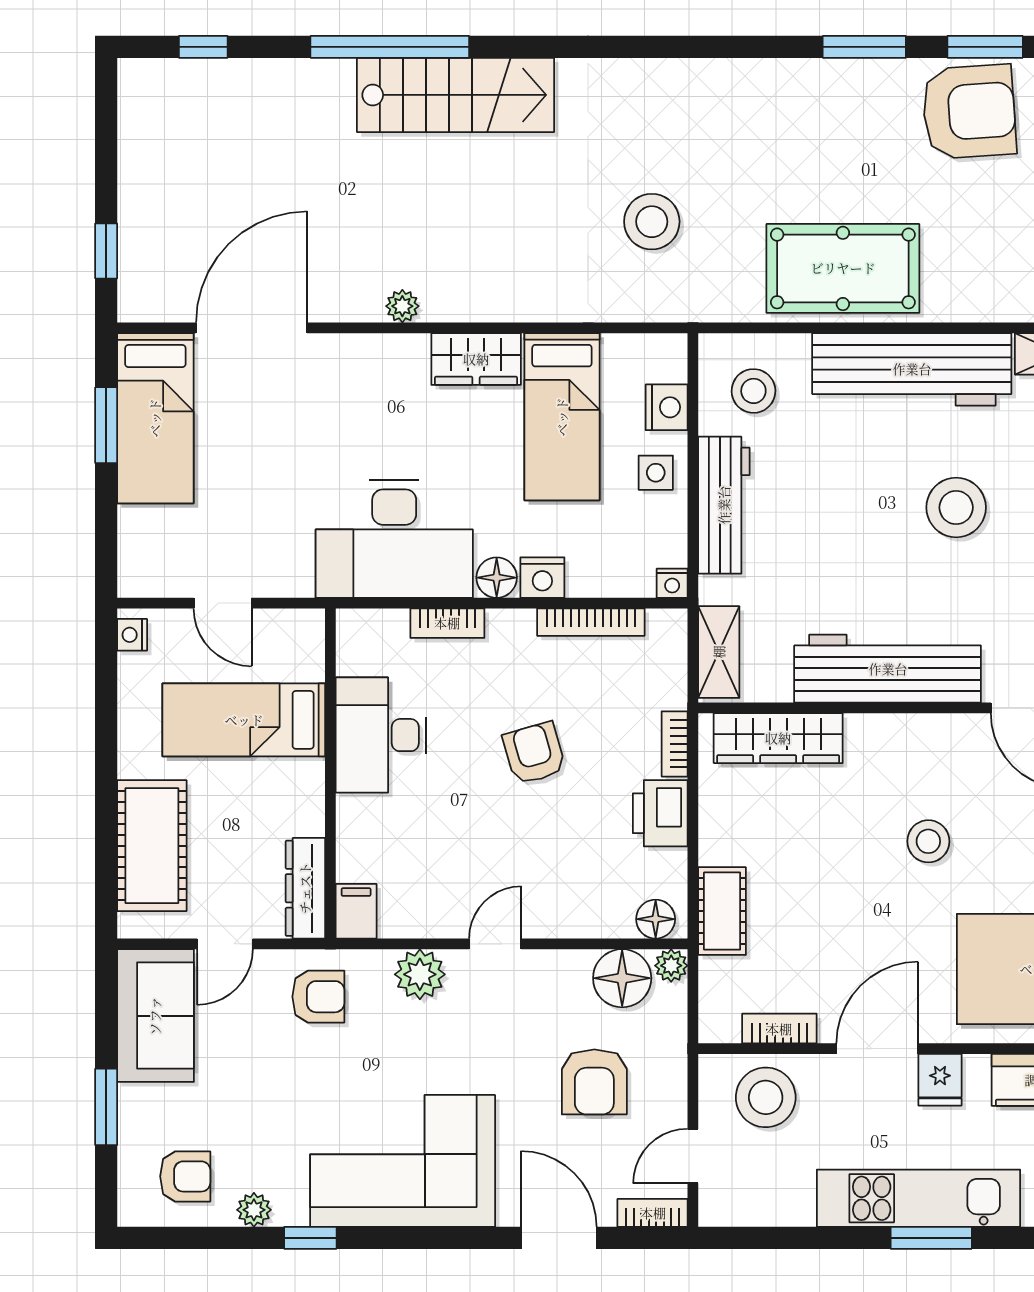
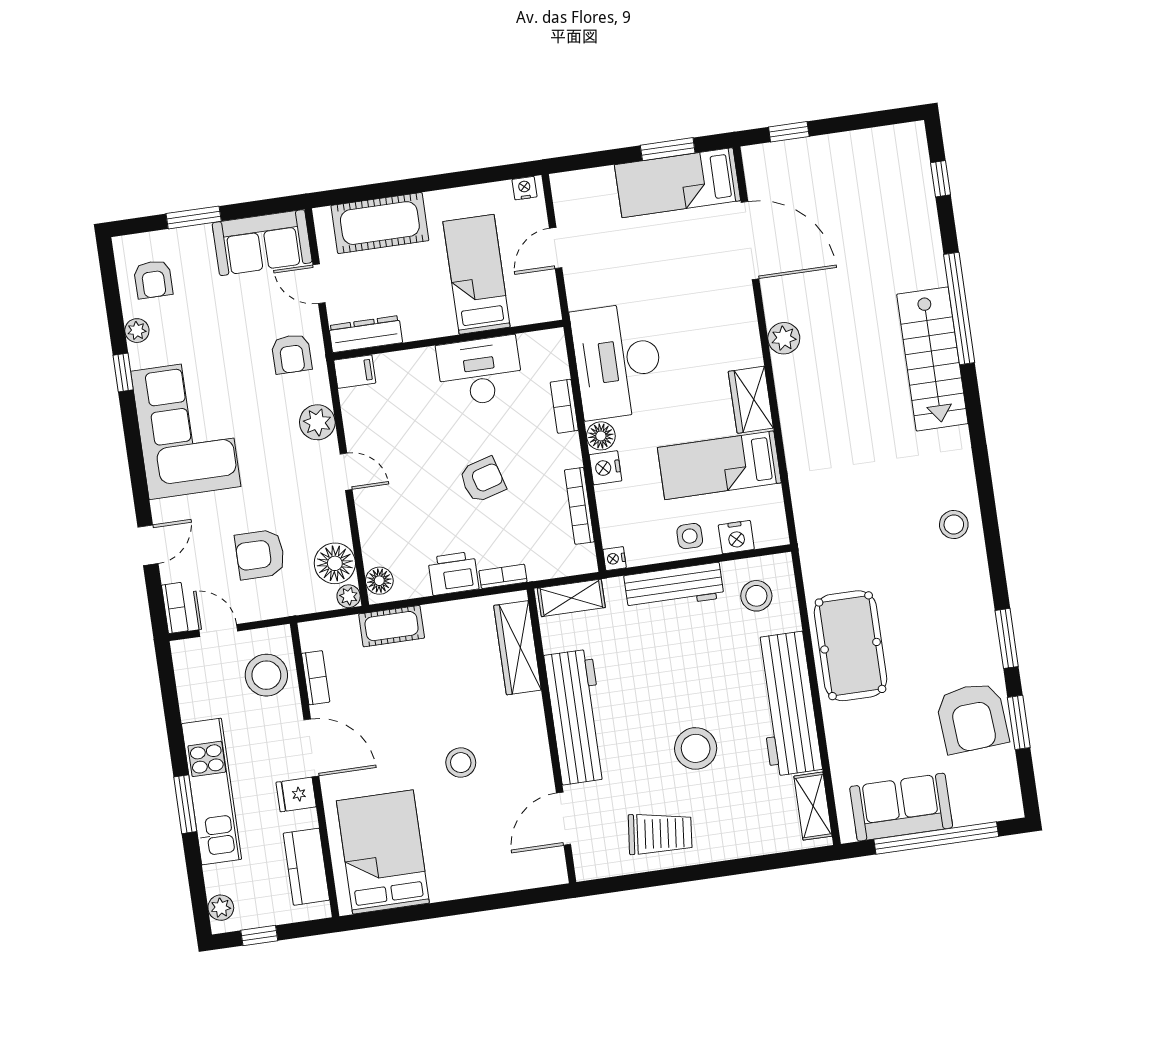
stool: (652, 222) -> (954, 525), moved, width x0.73, depth x0.73
plant: (402, 306) -> (784, 338), width x1.38, depth x1.38
door: (559, 1238) -> (148, 545), width x0.73

